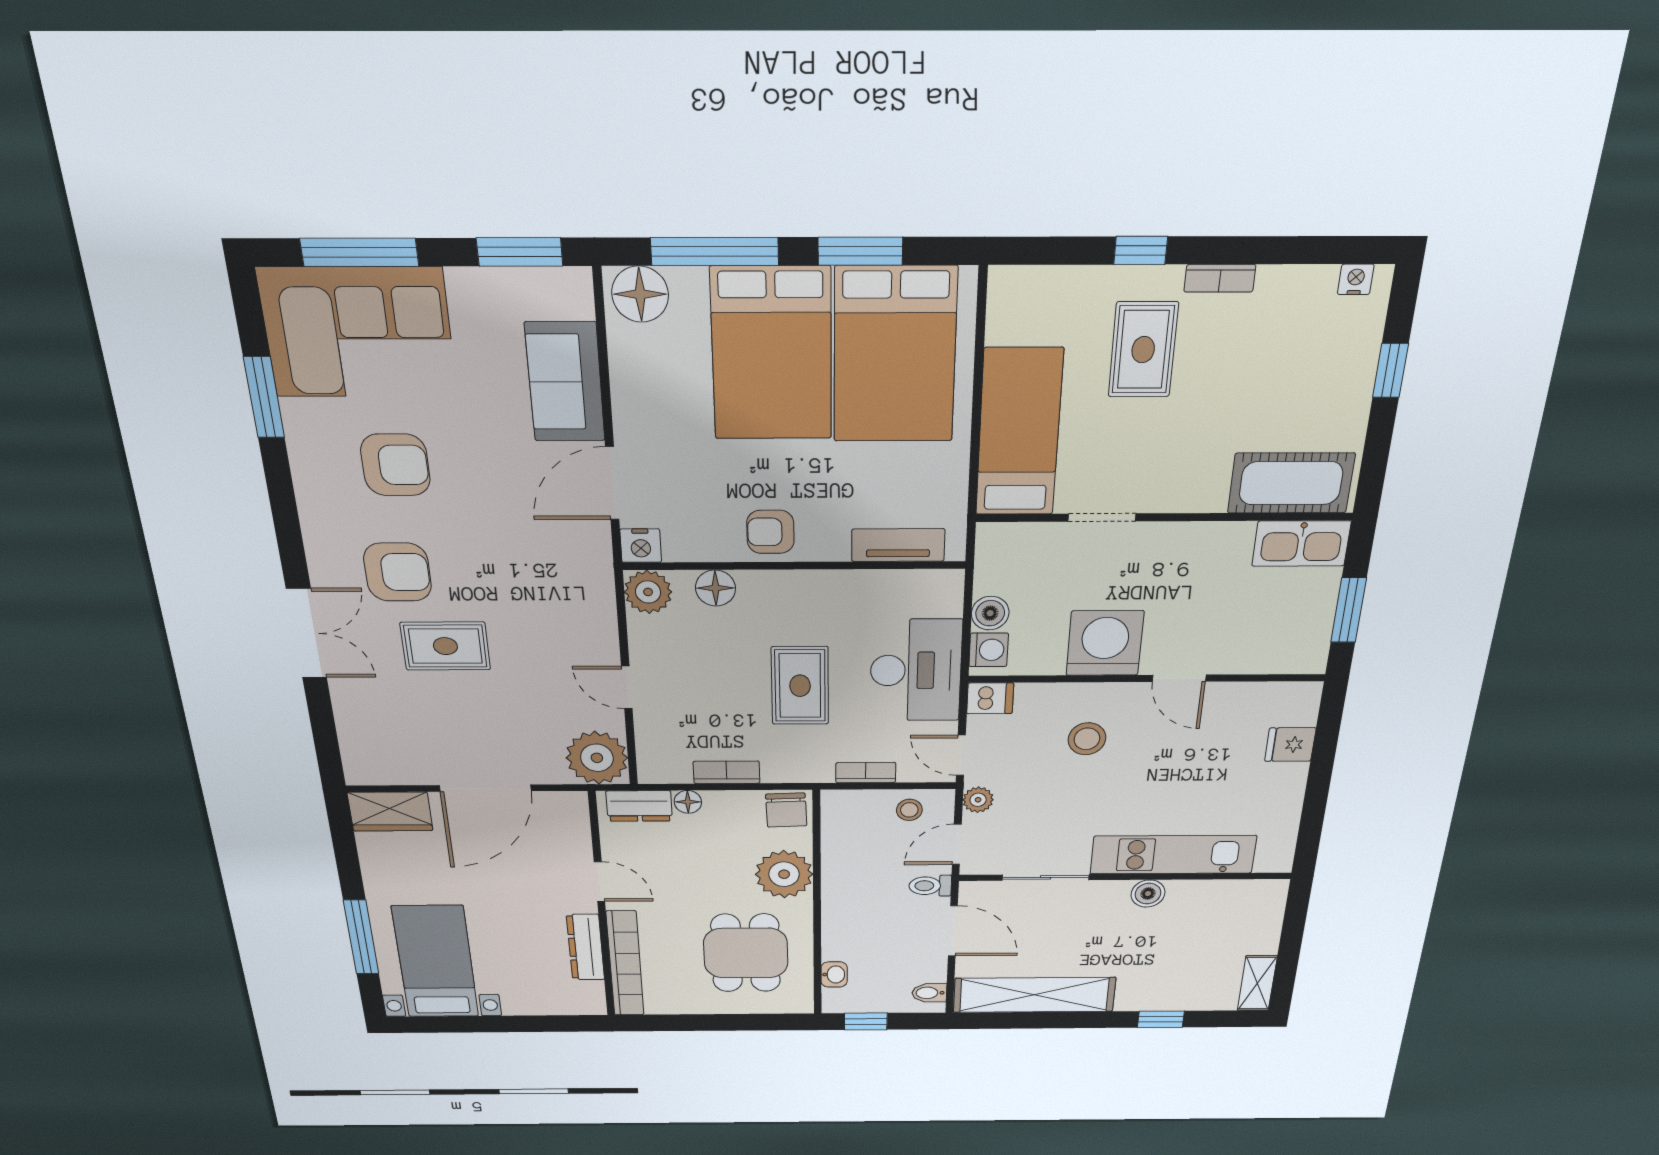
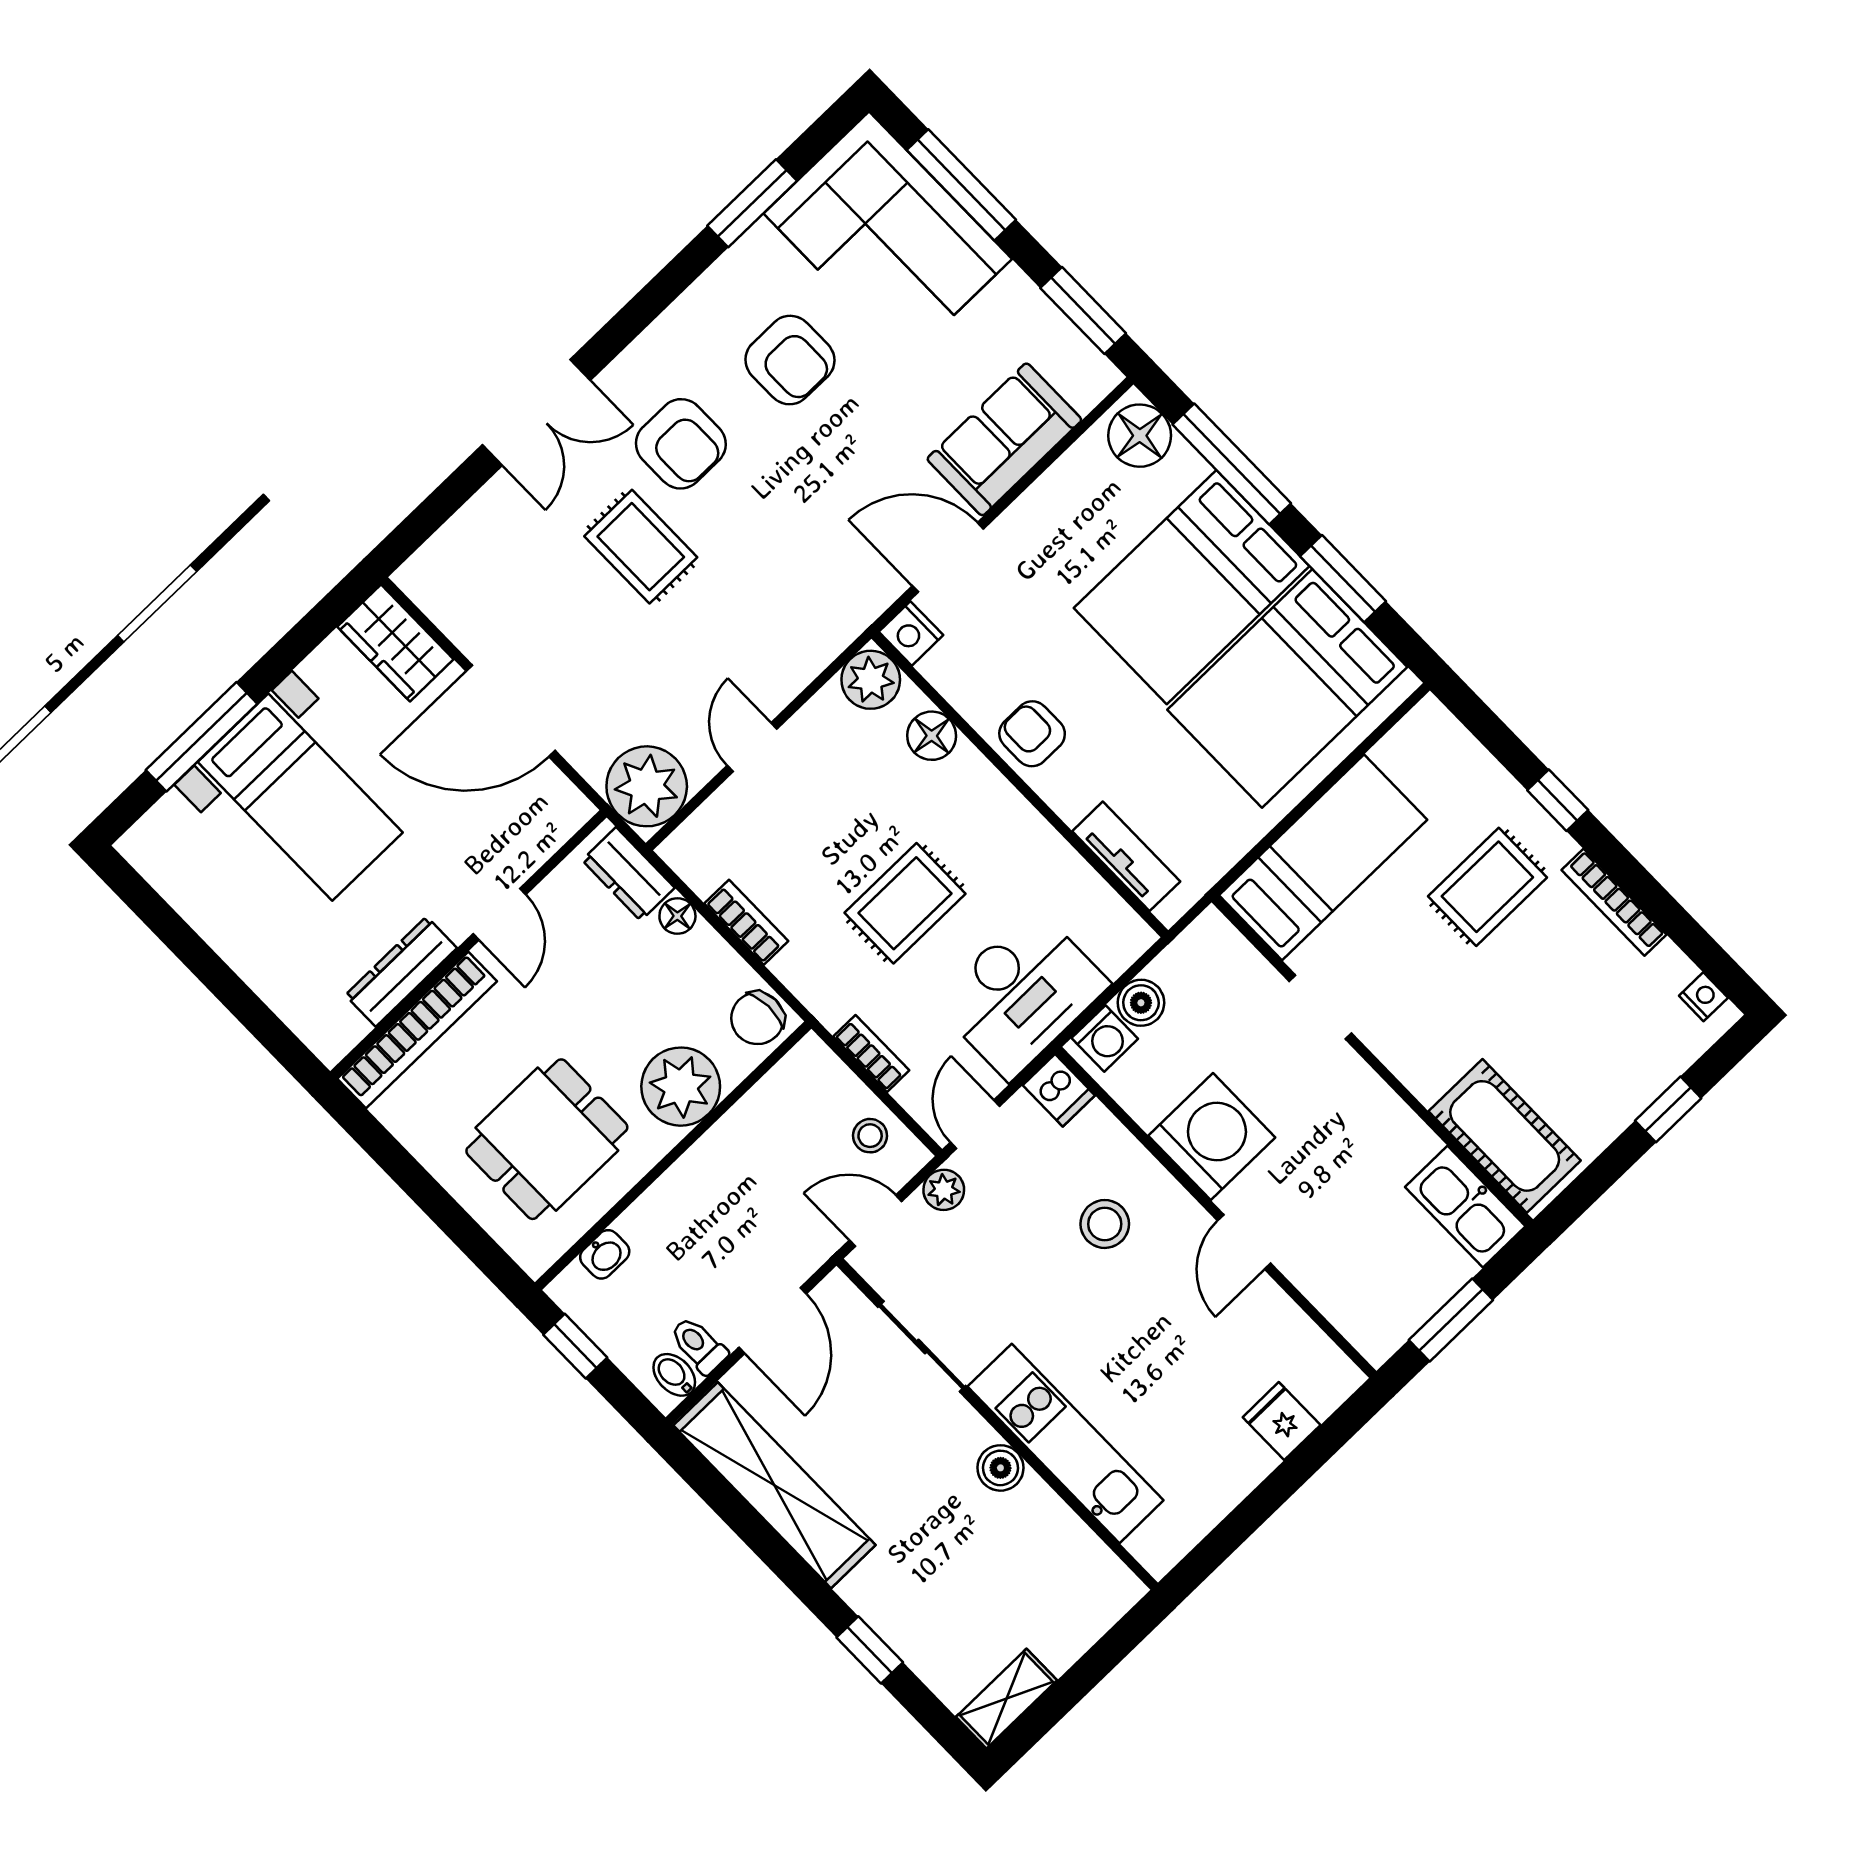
bookcase: (1220, 278) -> (1614, 902), width x1.56
toilet: (930, 886) -> (699, 1345), moved
bed with nightstands: (436, 962) -> (300, 797), moved, turned 90

